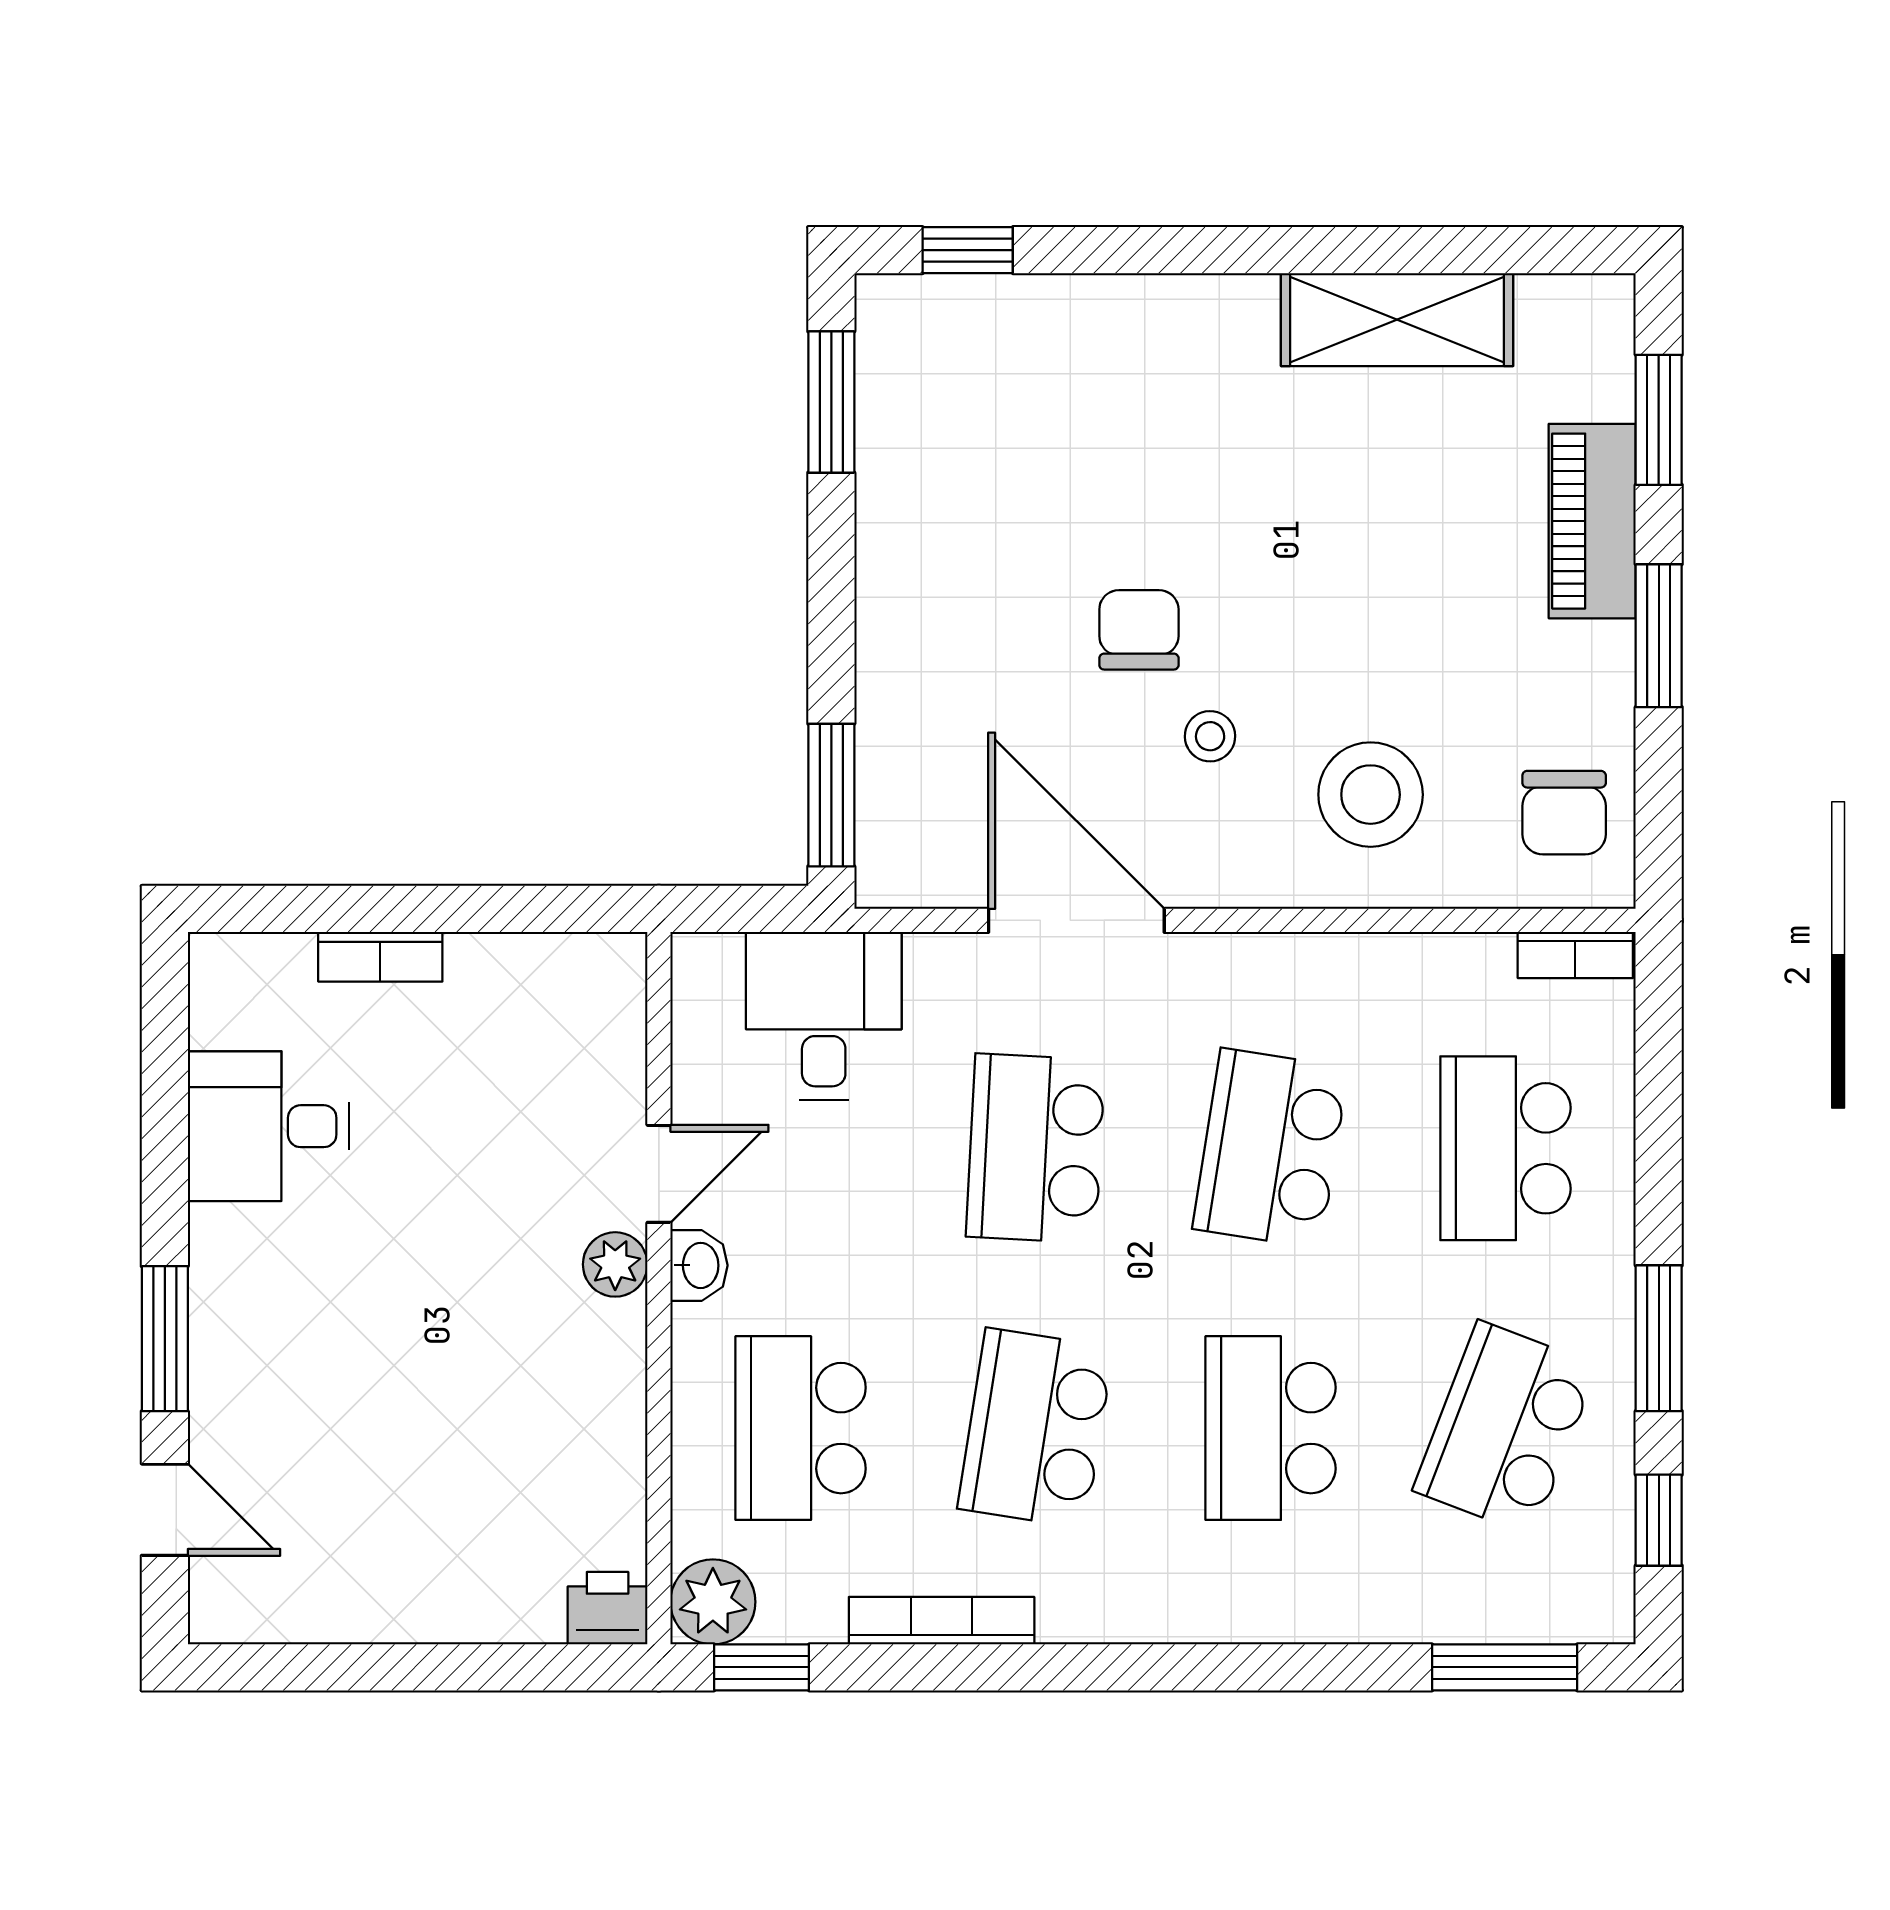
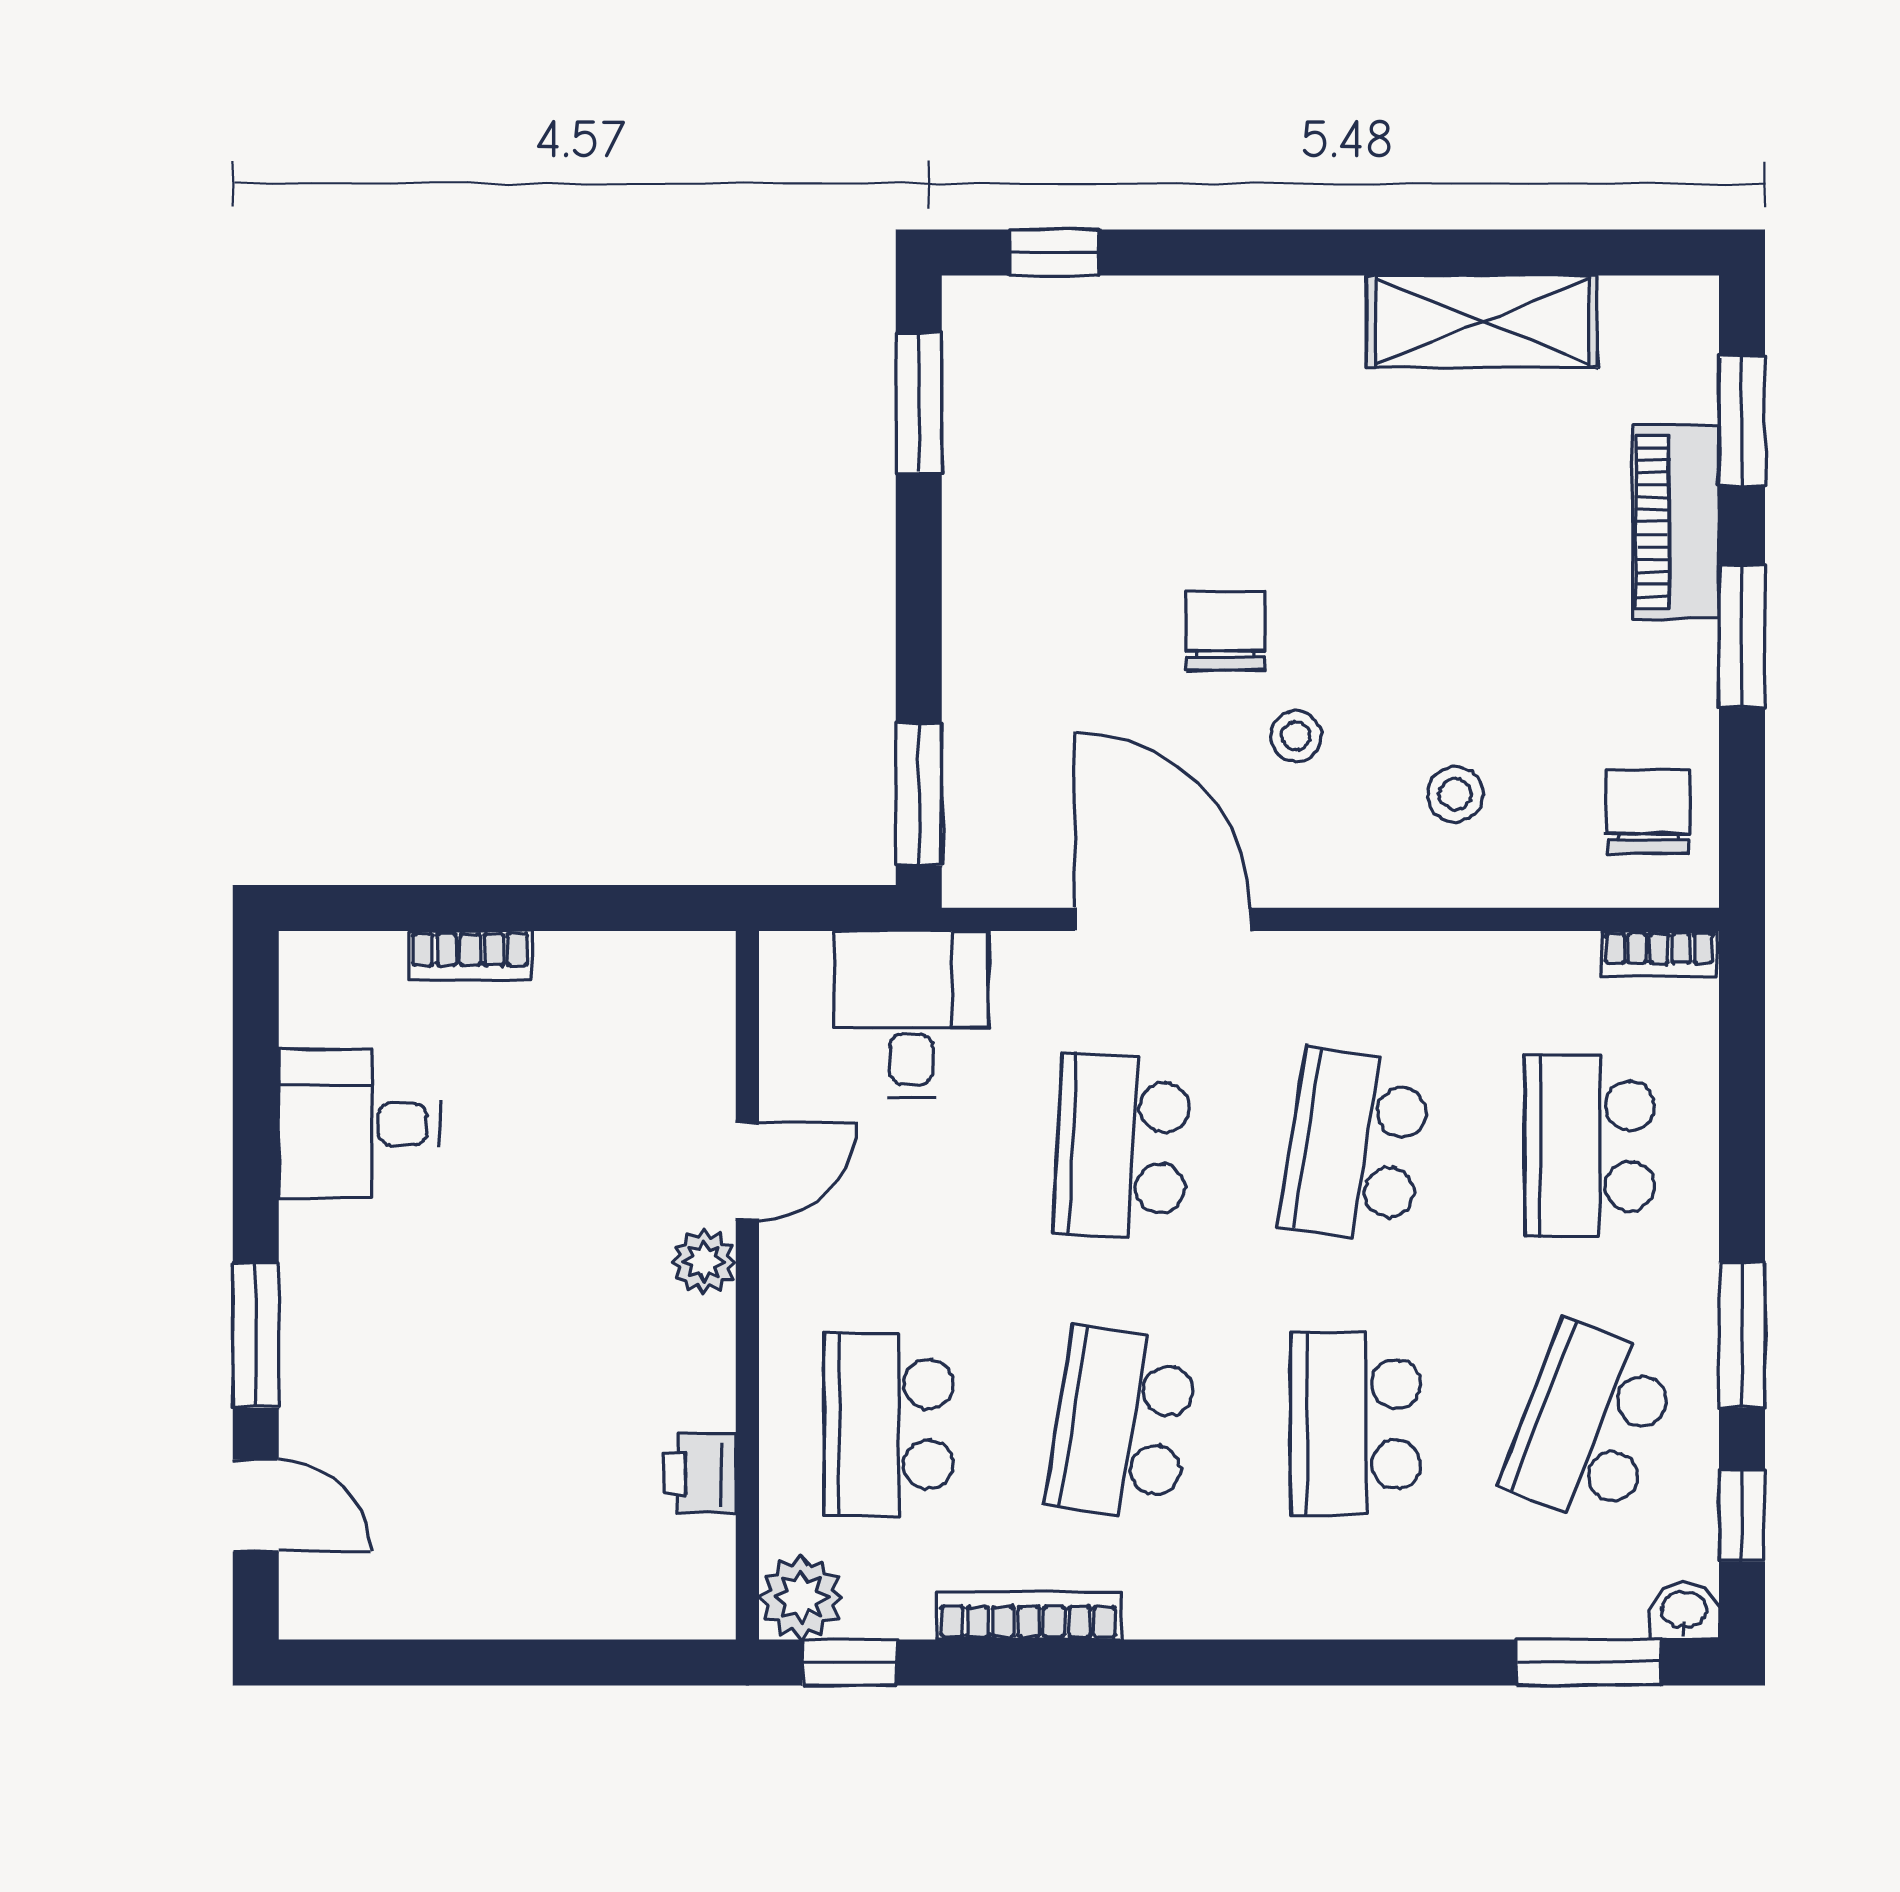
stool: (1371, 795) -> (1455, 794), width x0.53, depth x0.53
chair: (1564, 813) -> (1648, 812), turned 180
washbasin: (699, 1265) -> (1684, 1611), moved, turned -90
printer: (608, 1608) -> (700, 1474), moved, turned -90

